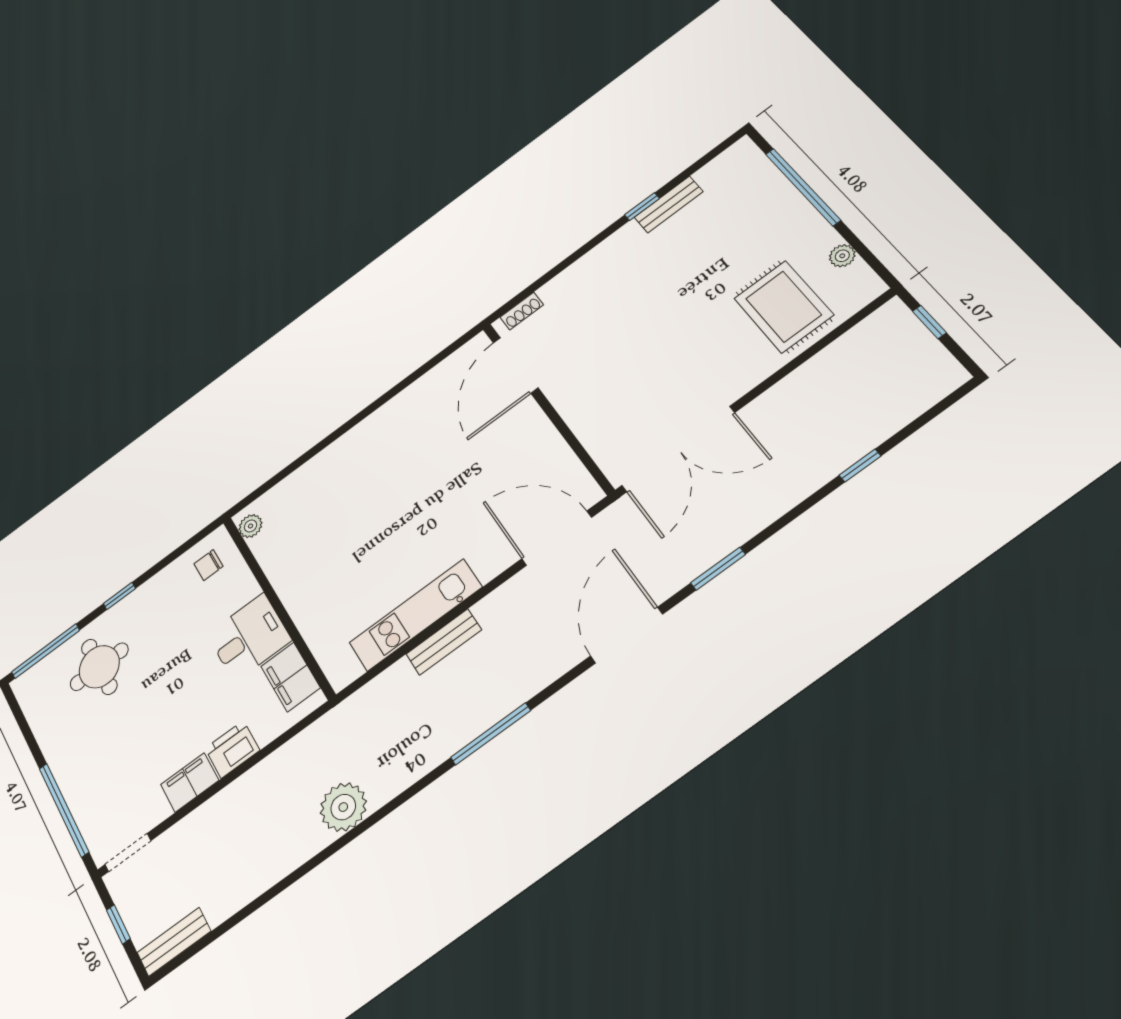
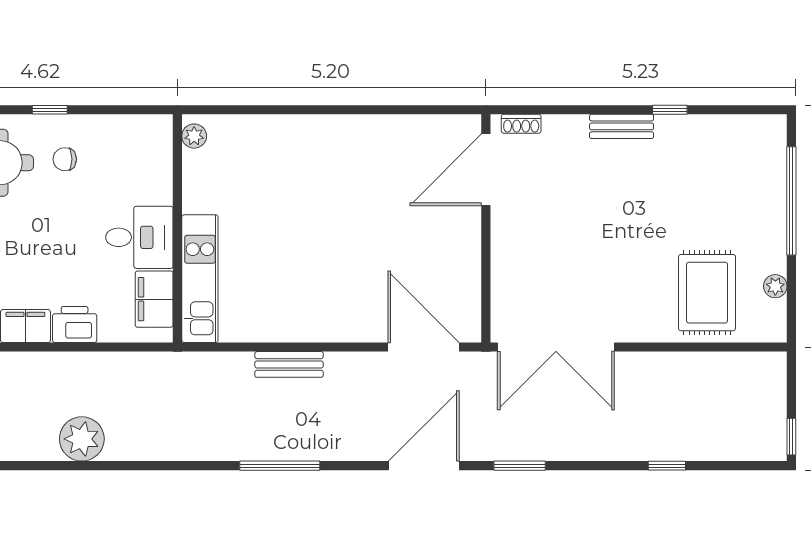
bench: (669, 205) -> (622, 126), moved
window: (929, 322) -> (791, 437), moved
chair: (209, 565) -> (65, 159), moved
kitchen unit: (416, 615) -> (200, 279), moved, turned 90
plant: (343, 807) -> (82, 439), moved

